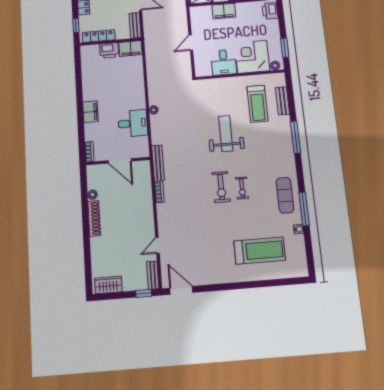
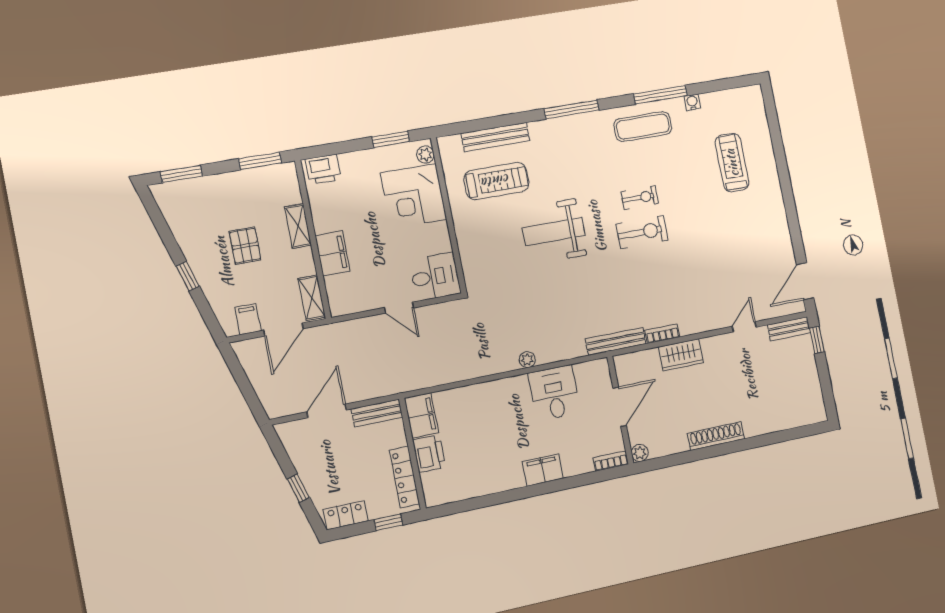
desk: (224, 62) -> (435, 277), moved
bench: (283, 101) -> (495, 137), width x1.36
window: (295, 137) -> (572, 109), moved
plant: (93, 195) -> (640, 453), moved
door: (157, 245) -> (744, 327), swing flipped
treadmill: (260, 251) -> (732, 163), width x0.73, depth x0.73
wardrobe: (108, 285) -> (681, 355), moved, turned -90

